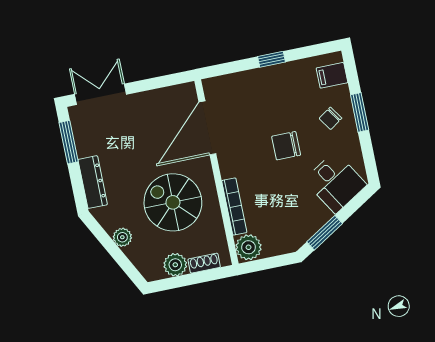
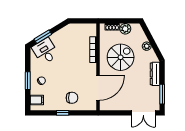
chair: (286, 146) -> (72, 98), moved
spiral stairs: (173, 202) -> (121, 57), turned -90
window: (325, 233) -> (43, 37), moved
plant: (249, 247) -> (91, 30), removed

